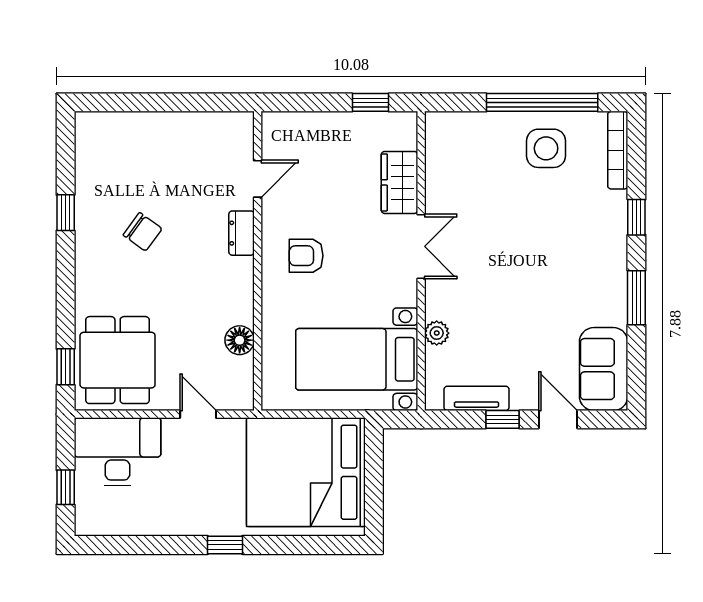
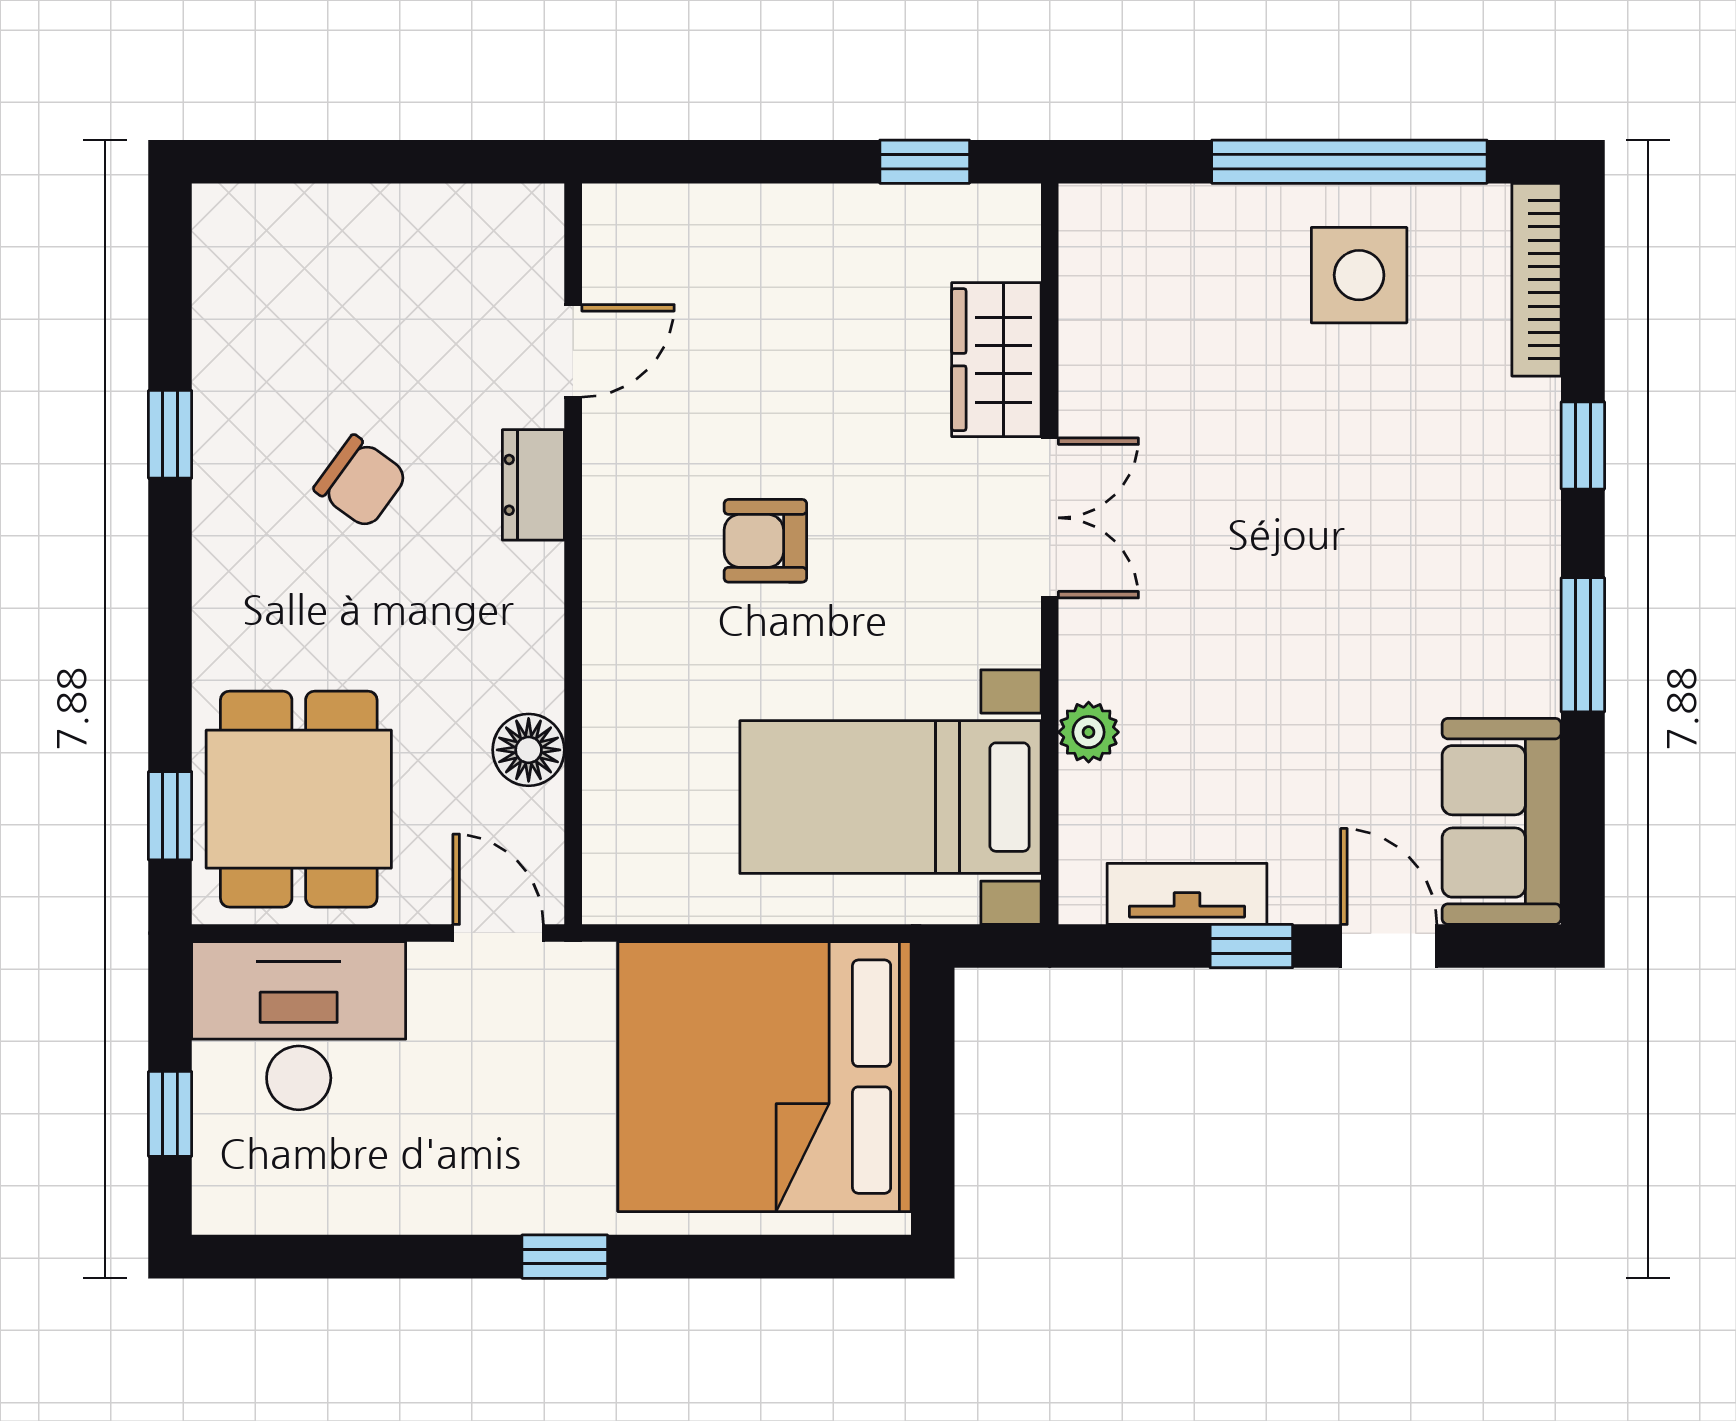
door: (258, 179) -> (573, 351), moved
dresser: (242, 233) -> (533, 485), moved
wall: (258, 261) -> (573, 554), moved
floor lamp: (240, 340) -> (529, 750), moved

